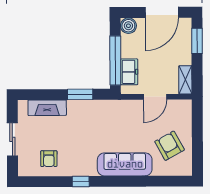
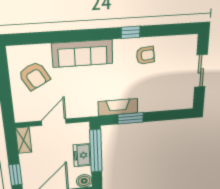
freezer: (129, 72) -> (82, 155), moved
fireplace: (47, 108) -> (118, 107), moved
armchair: (49, 159) -> (145, 55), moved, turned 84

